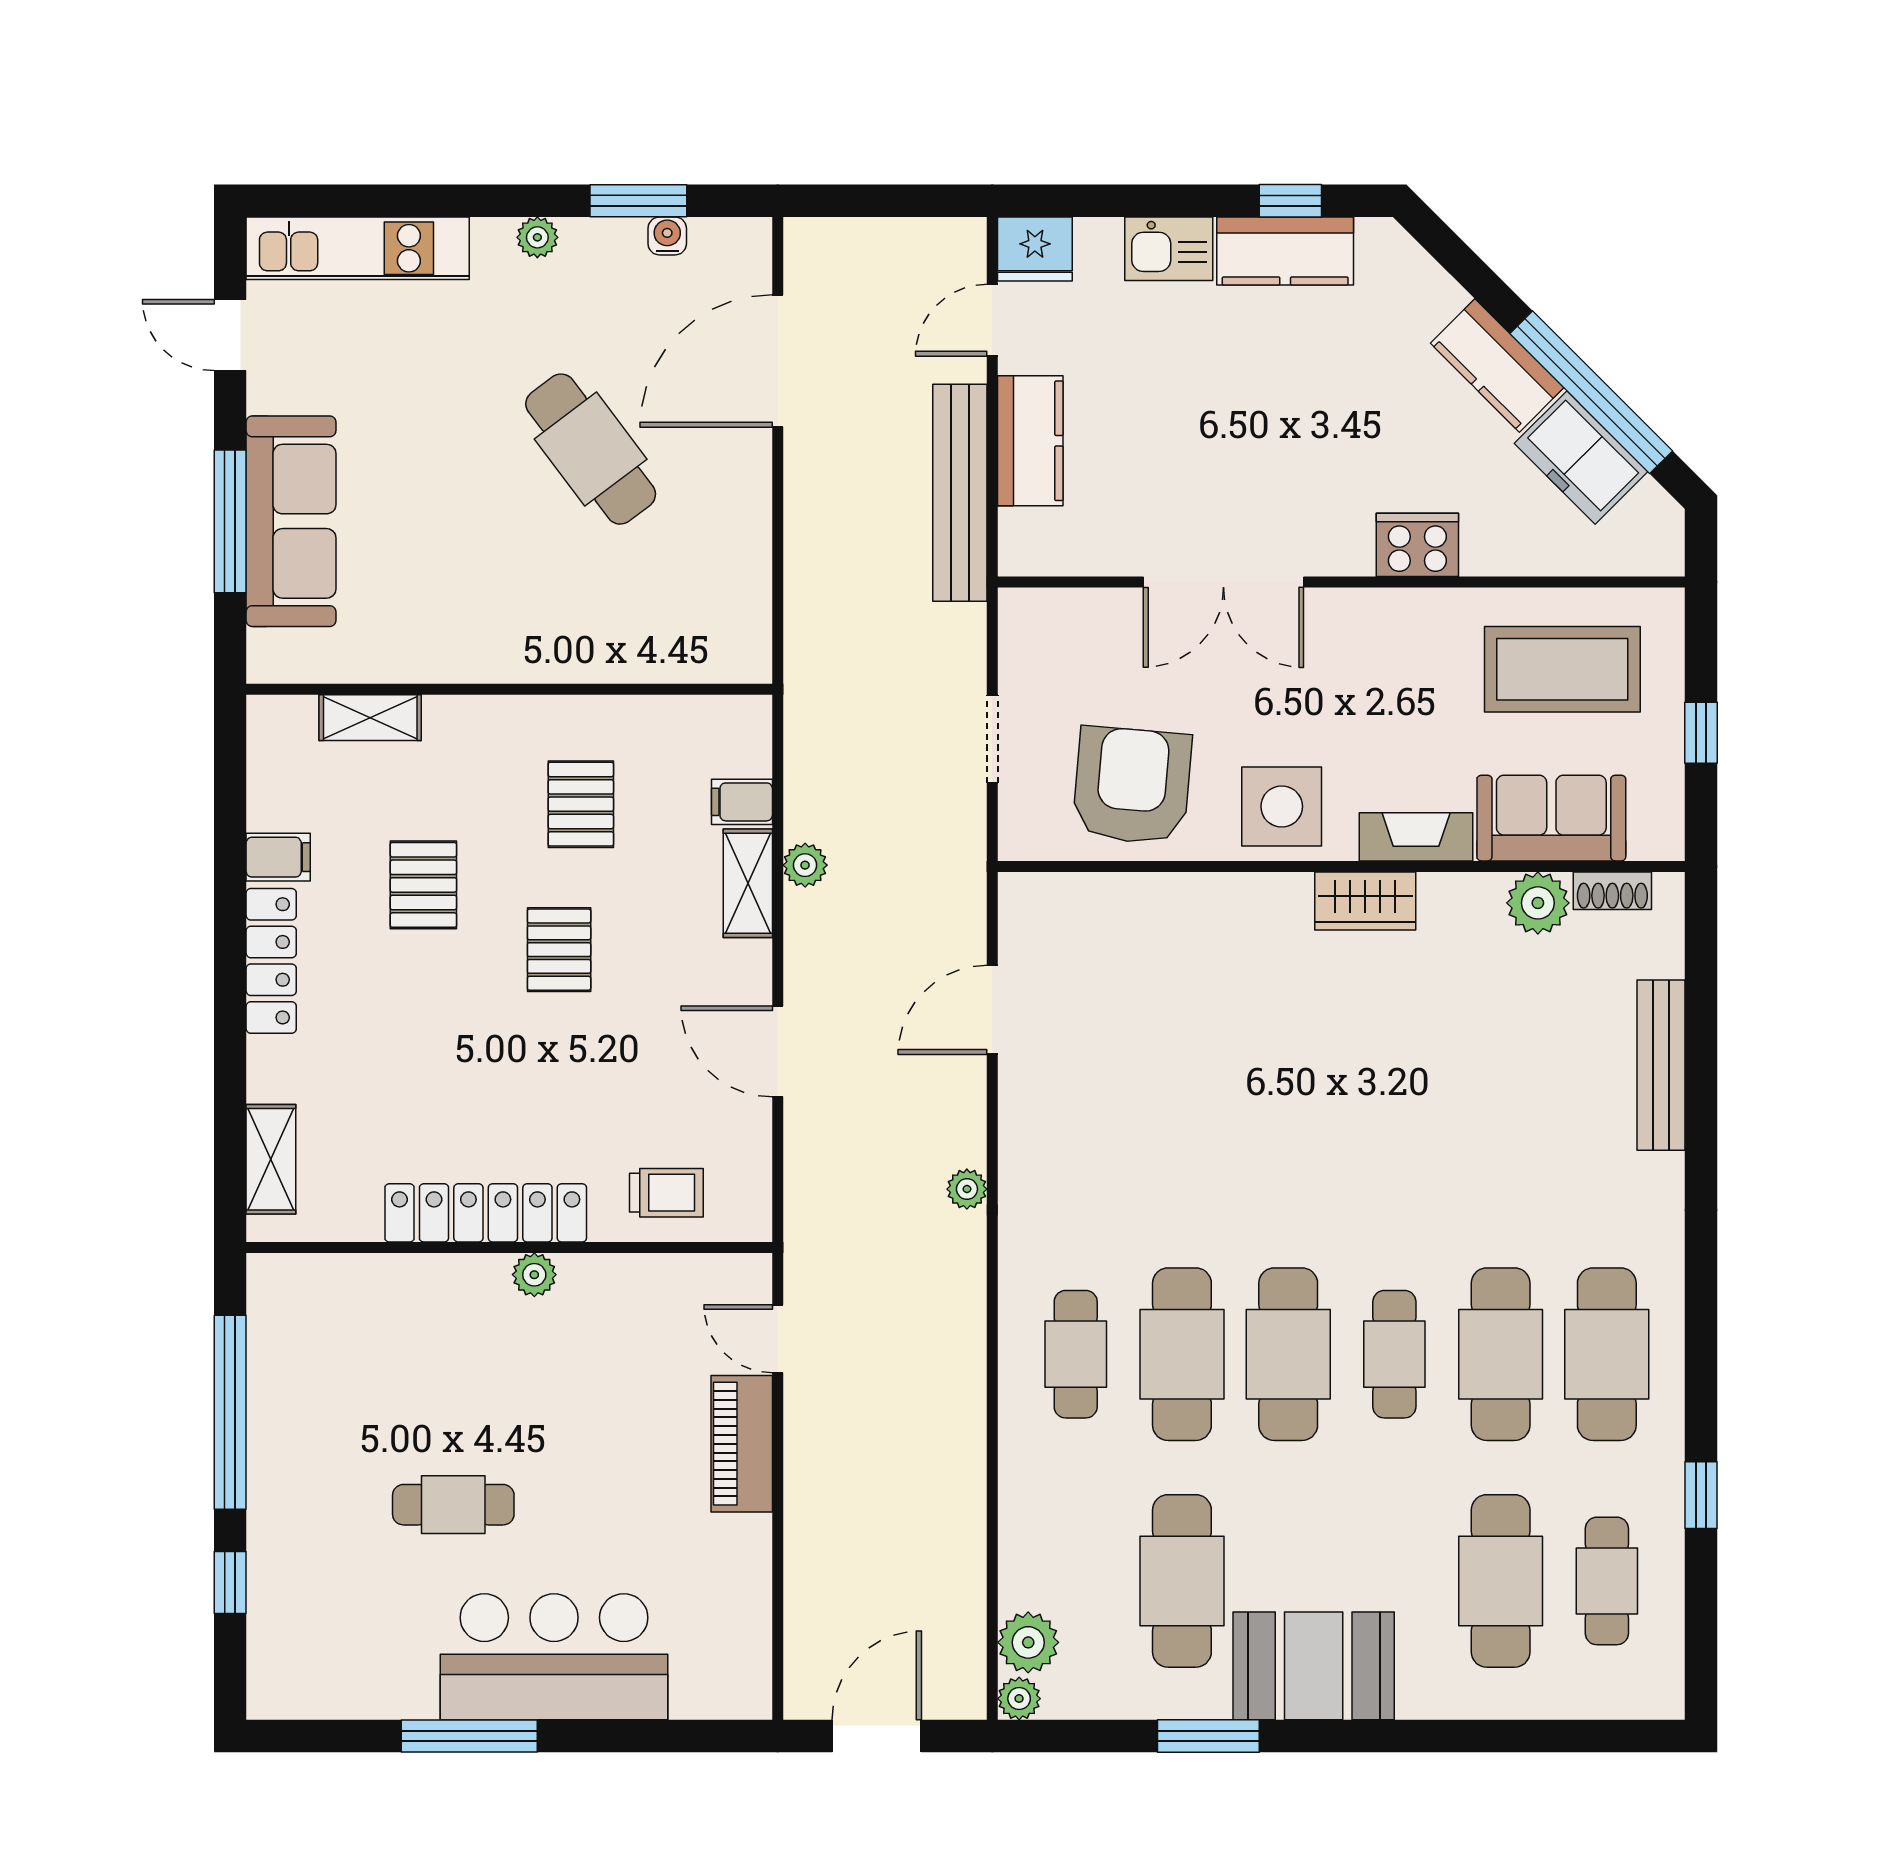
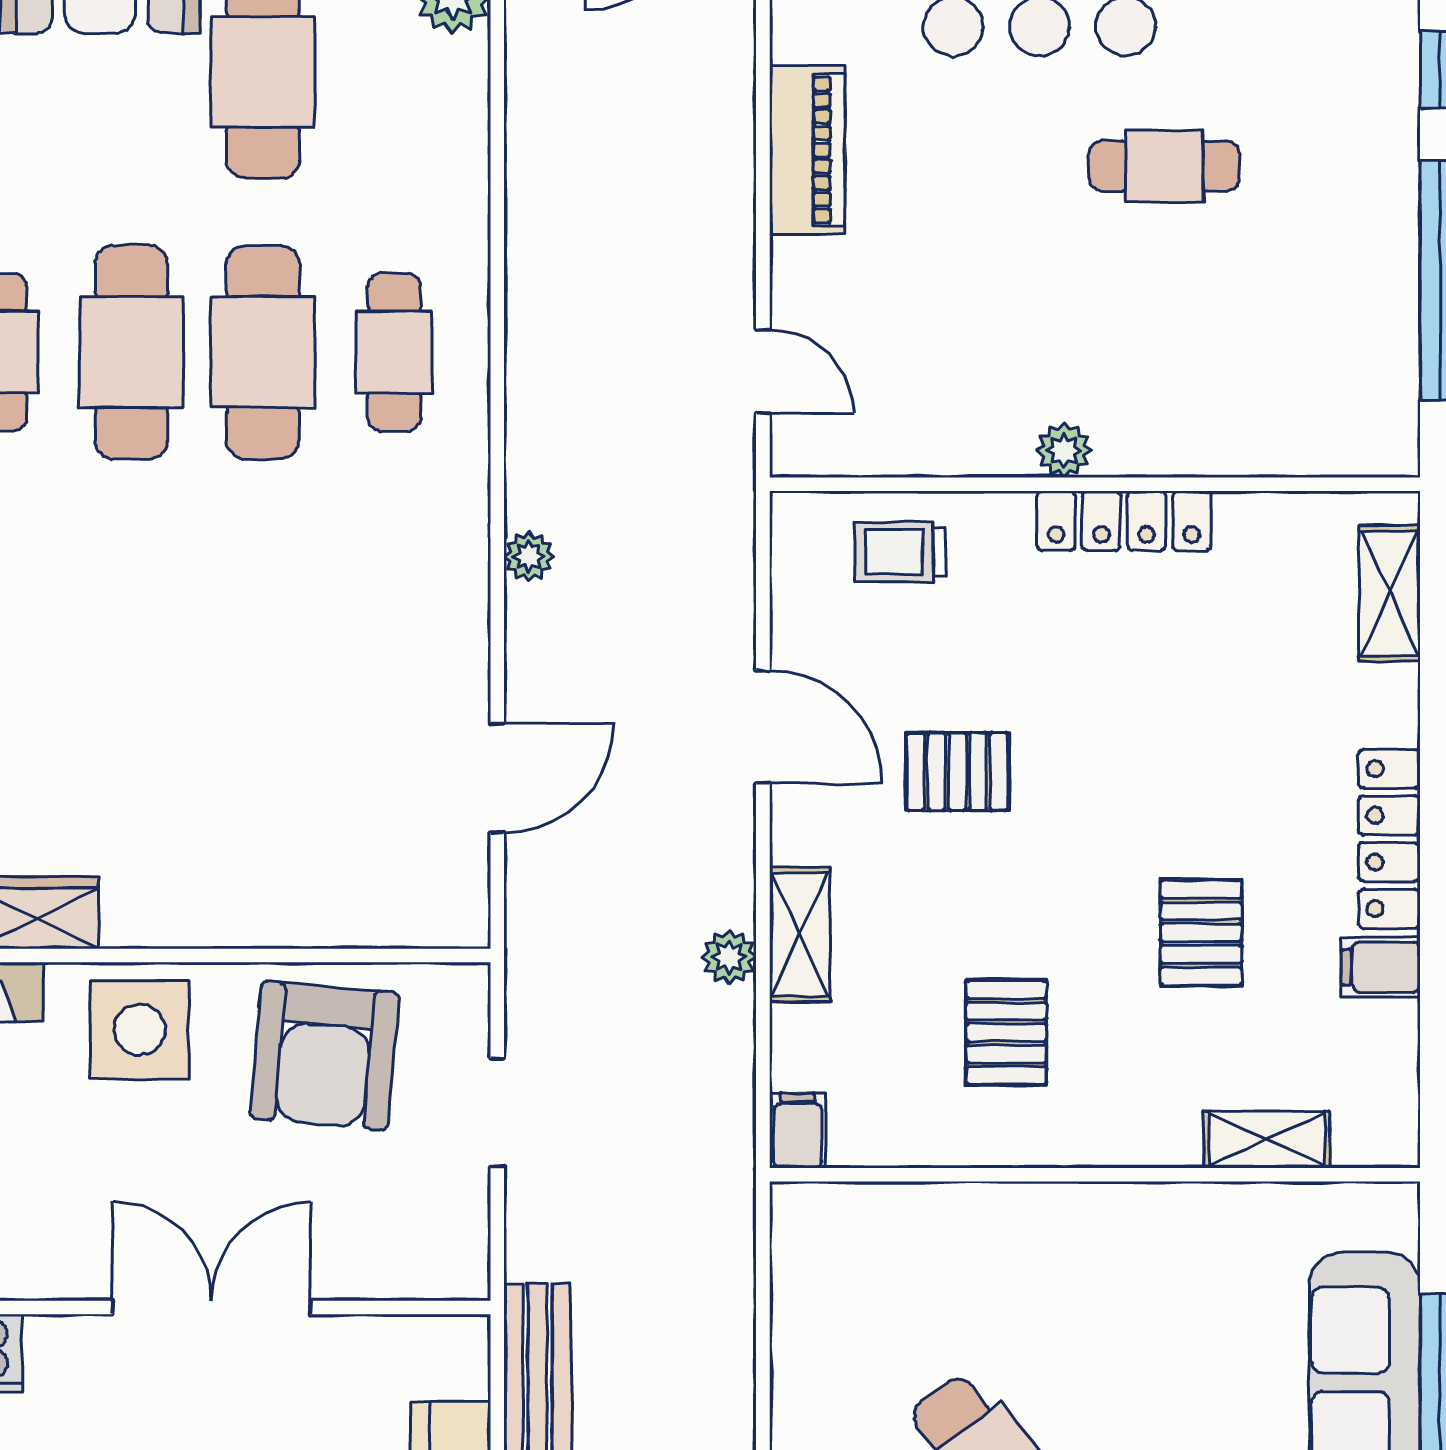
filing cabinet: (742, 802) -> (798, 1130), moved, turned -90
pallet: (559, 950) -> (957, 771), moved, turned 90
locker: (486, 1213) -> (1124, 521), width x0.71, depth x0.83
piano: (742, 1444) -> (807, 150), moved

